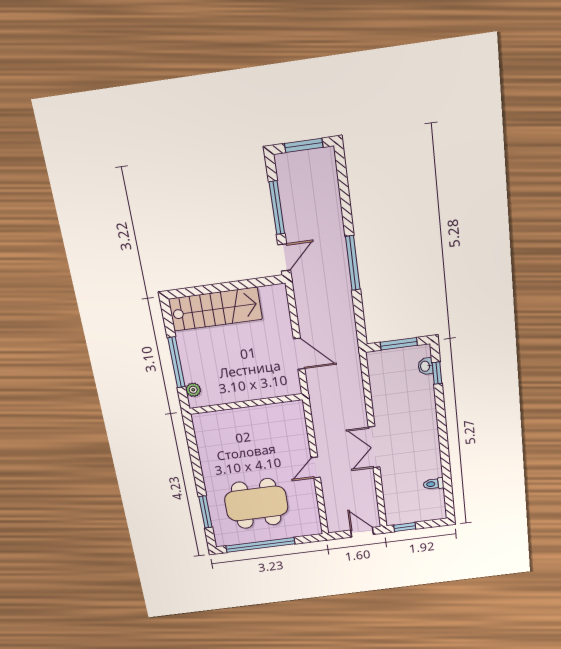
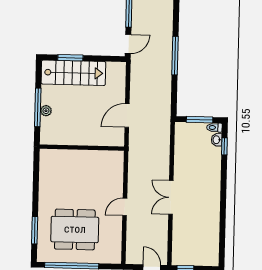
window: (207, 289) -> (70, 58), added
door: (299, 354) -> (127, 115), swing flipped
plant: (193, 390) -> (46, 111), moved
toilet: (434, 484) -> (214, 128), moved

